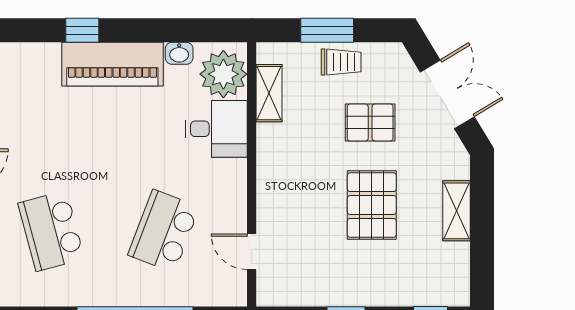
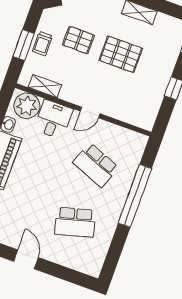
trolley: (341, 62) -> (42, 44), turned 180
pallet: (370, 122) -> (78, 40), turned 90
door: (252, 252) -> (90, 112), moved

